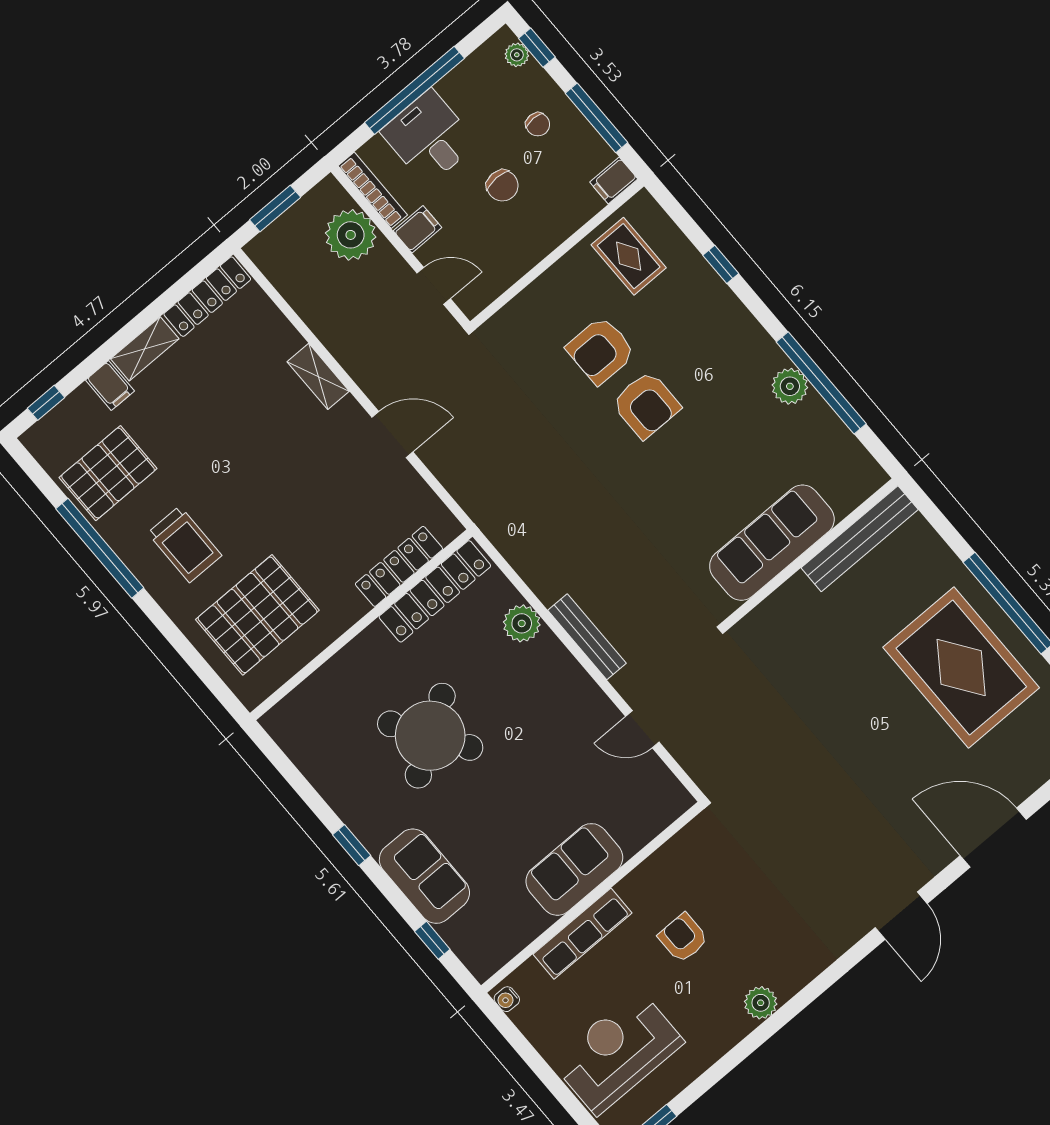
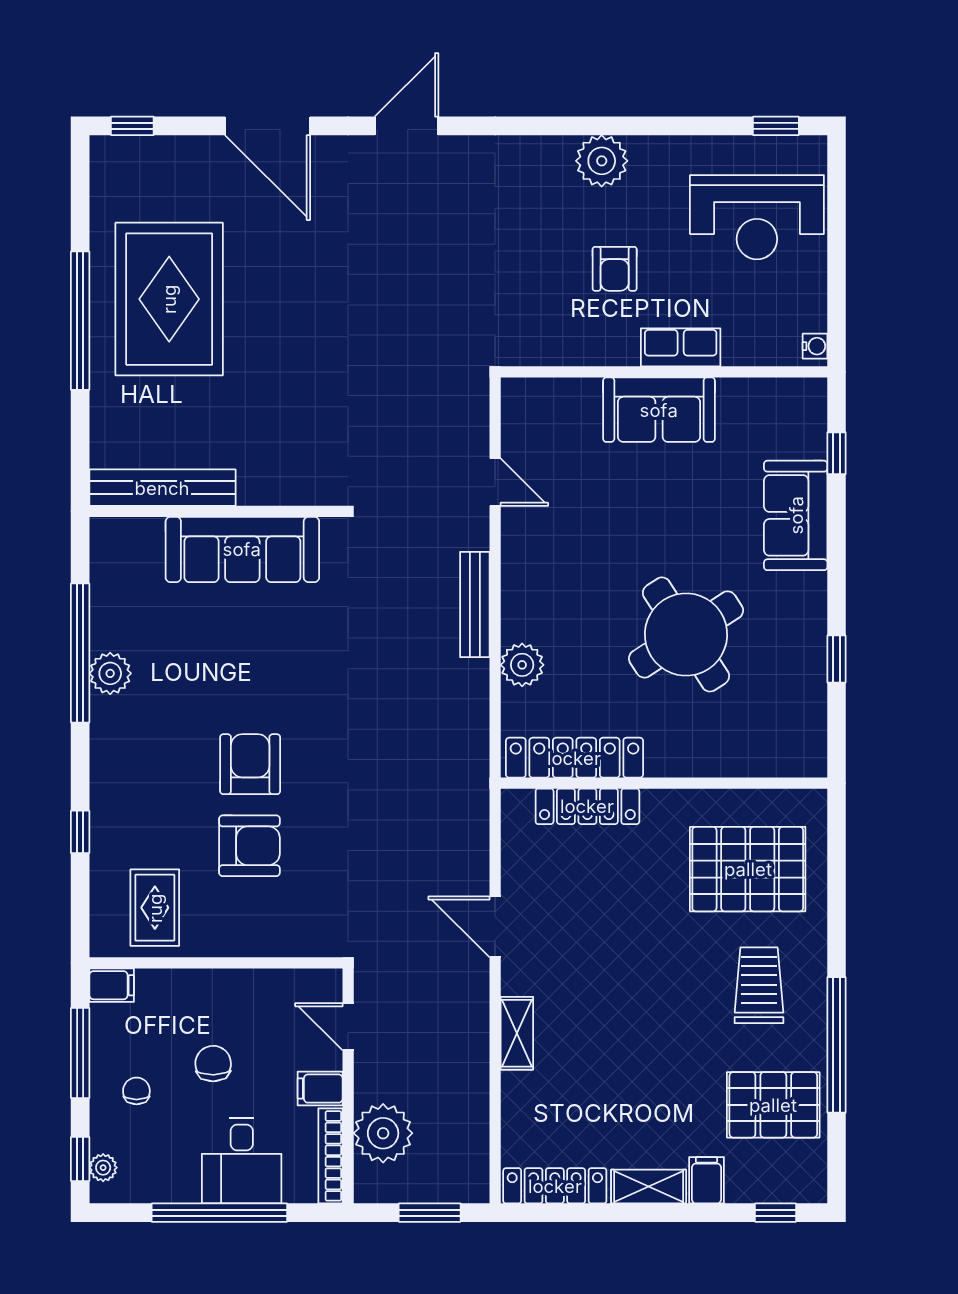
window: (352, 845) -> (836, 659), moved
row of seats: (583, 934) -> (681, 347), width x0.68
plant: (761, 1003) -> (602, 161), width x1.36, depth x1.36

